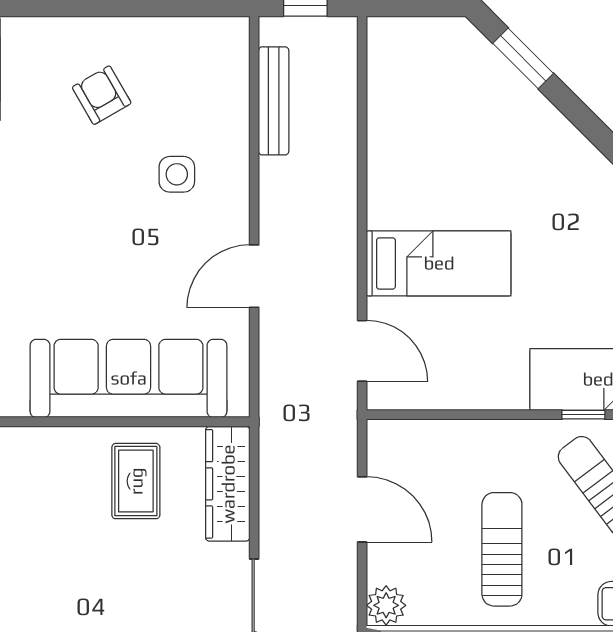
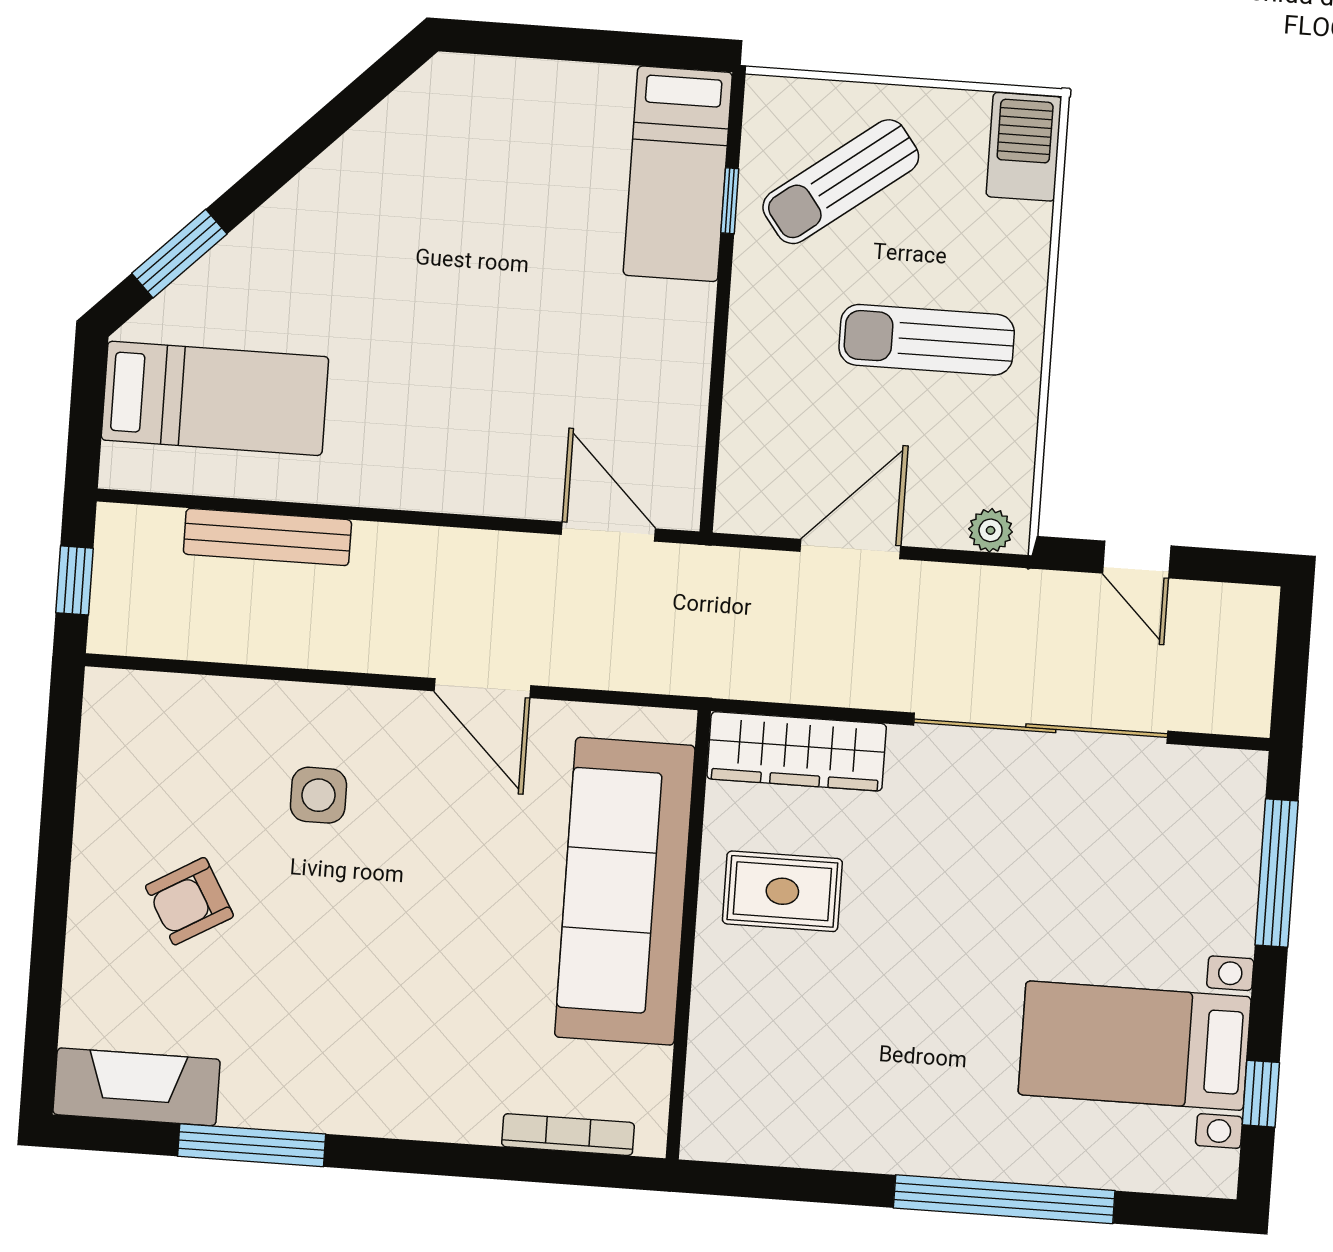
bench: (274, 101) -> (267, 537), moved
bed: (439, 263) -> (215, 398), moved, turned 90
door: (362, 351) -> (608, 532), hinge flipped
plant: (386, 605) -> (991, 530), width x0.73, depth x0.73

